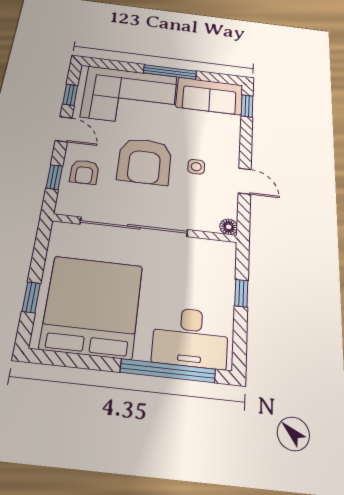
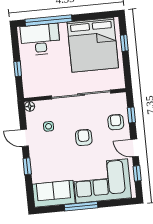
window: (247, 106) -> (27, 166), moved
armchair: (145, 161) -> (84, 138), width x0.53, depth x0.53
side table: (196, 167) -> (49, 126), moved

